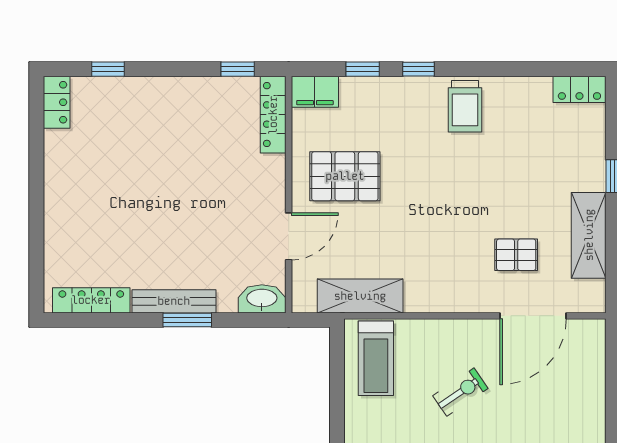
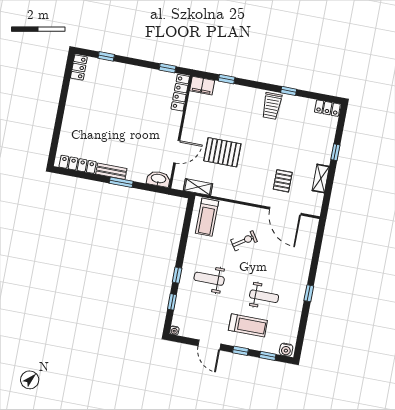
window: (418, 69) -> (289, 91), moved
pallet: (345, 176) -> (222, 152), moved
shelving: (589, 235) -> (321, 178), width x0.67, depth x0.75
pallet: (516, 255) -> (283, 181), turned 90
shelving: (360, 296) -> (198, 187), width x0.67, depth x0.75
bench: (174, 301) -> (111, 171), width x0.73
door: (533, 316) -> (285, 211), hinge flipped

